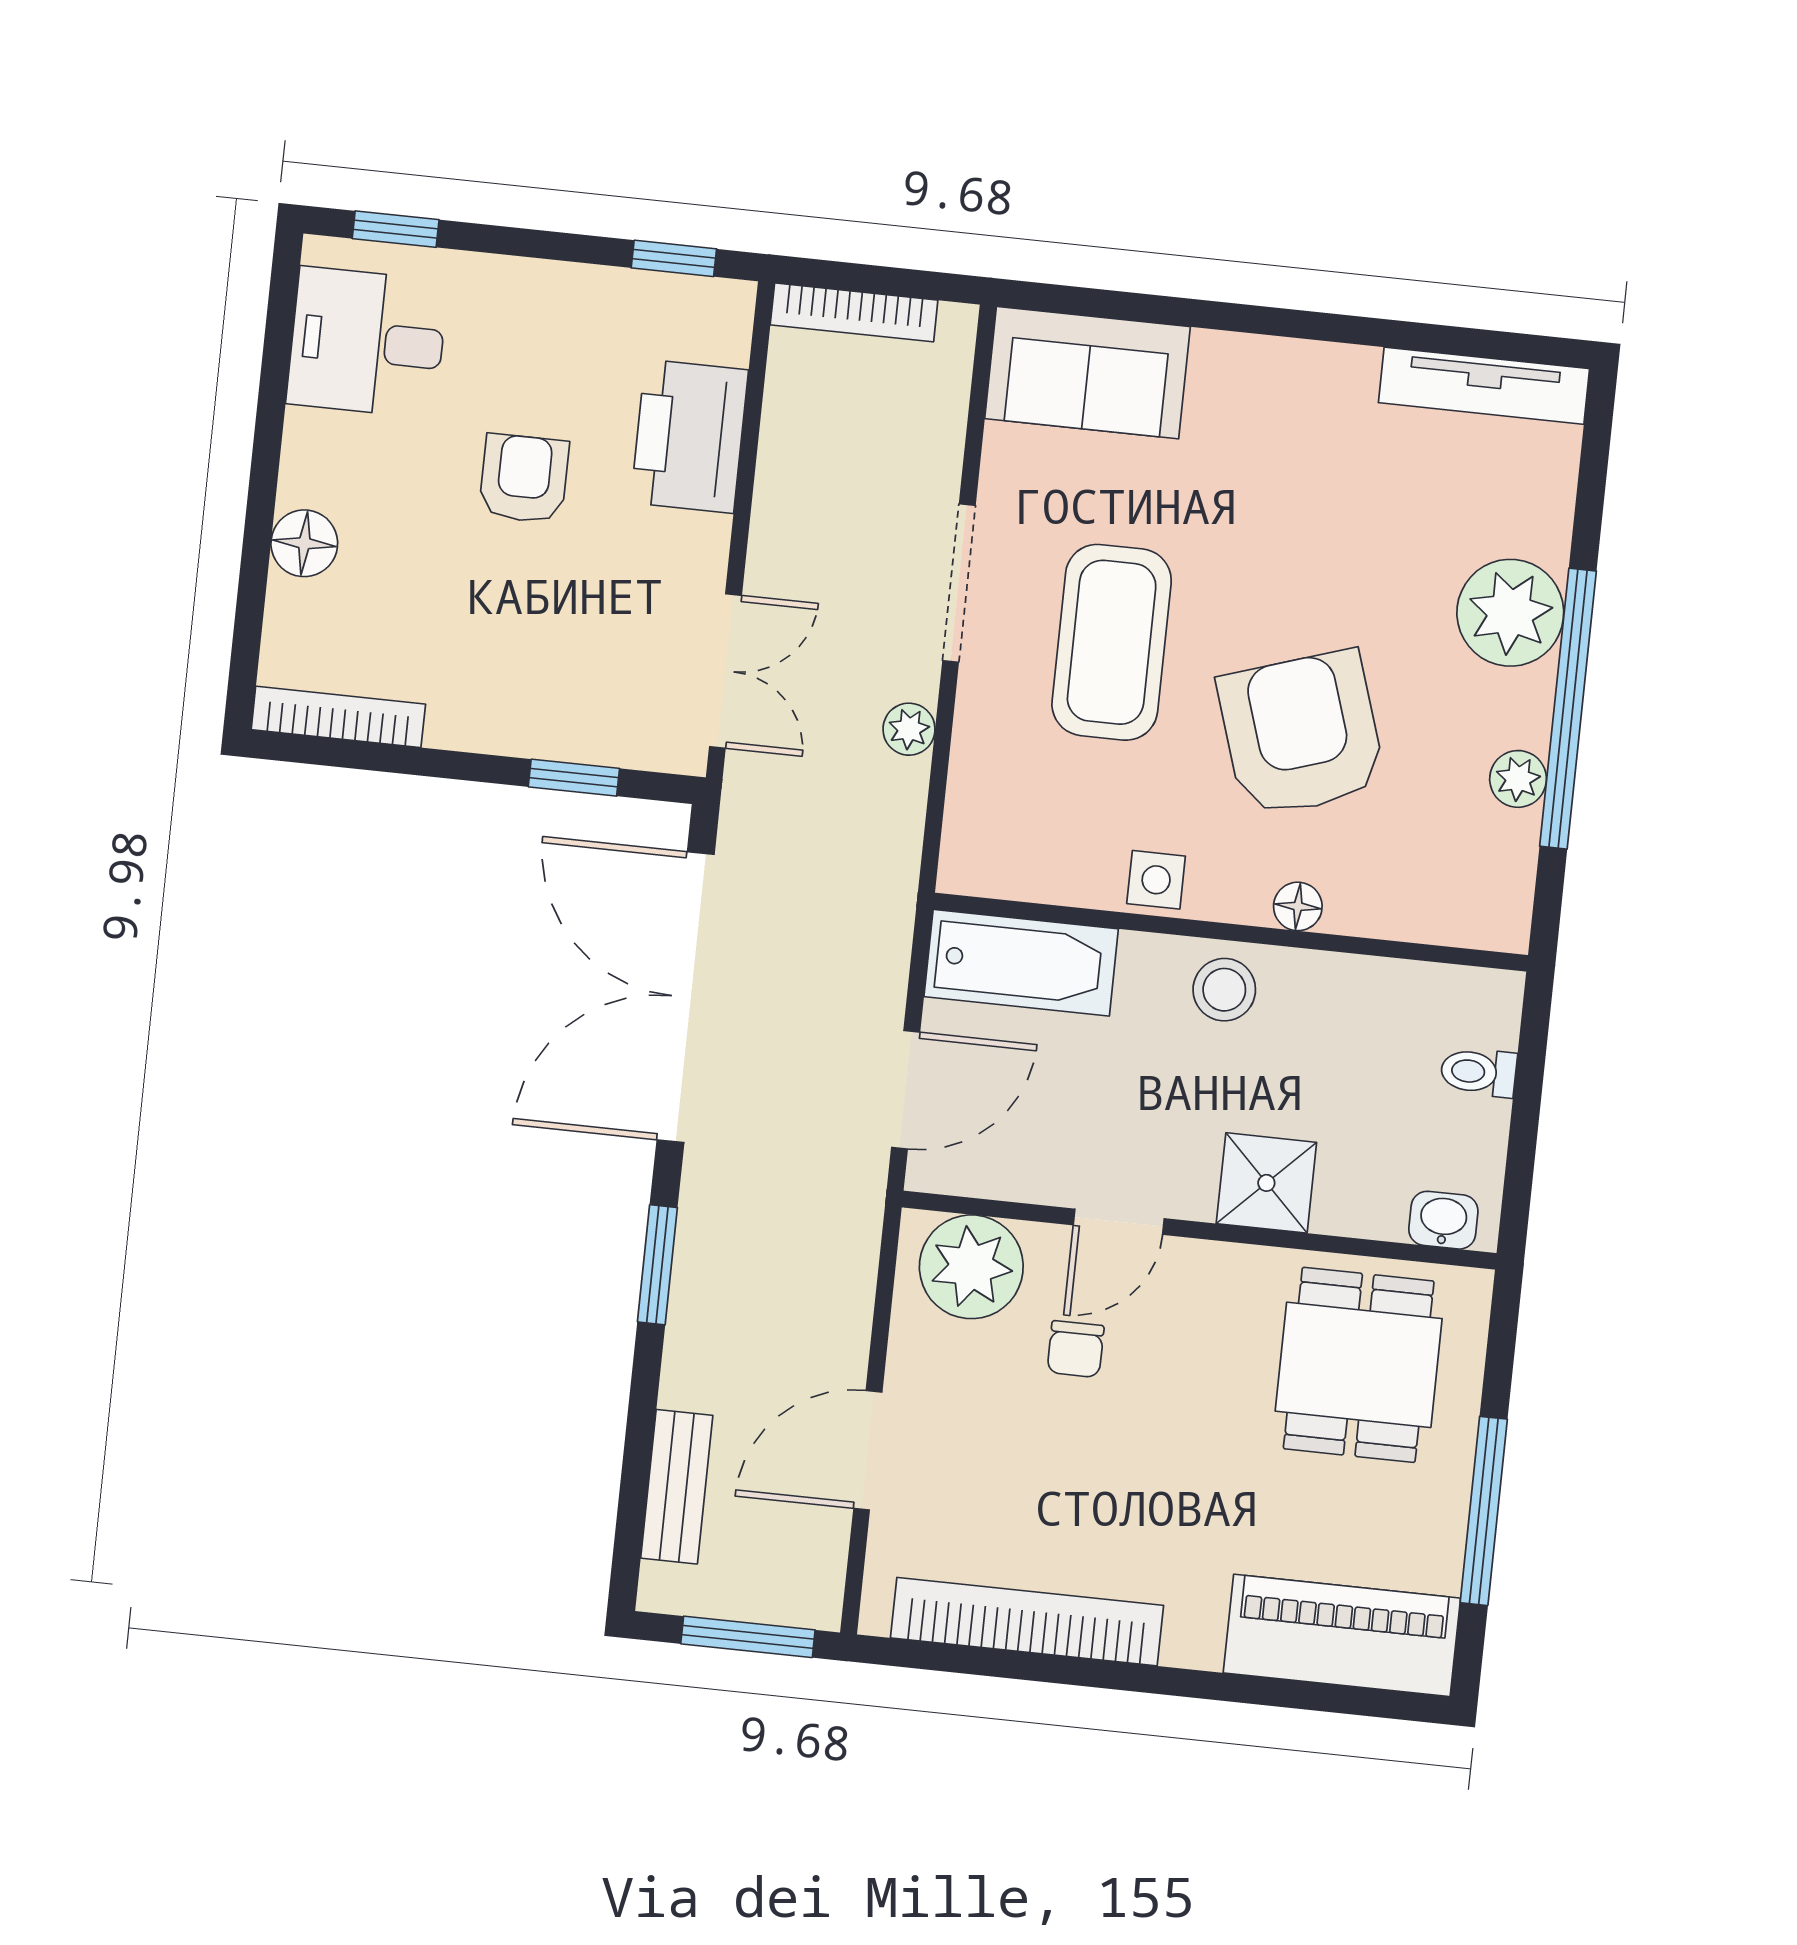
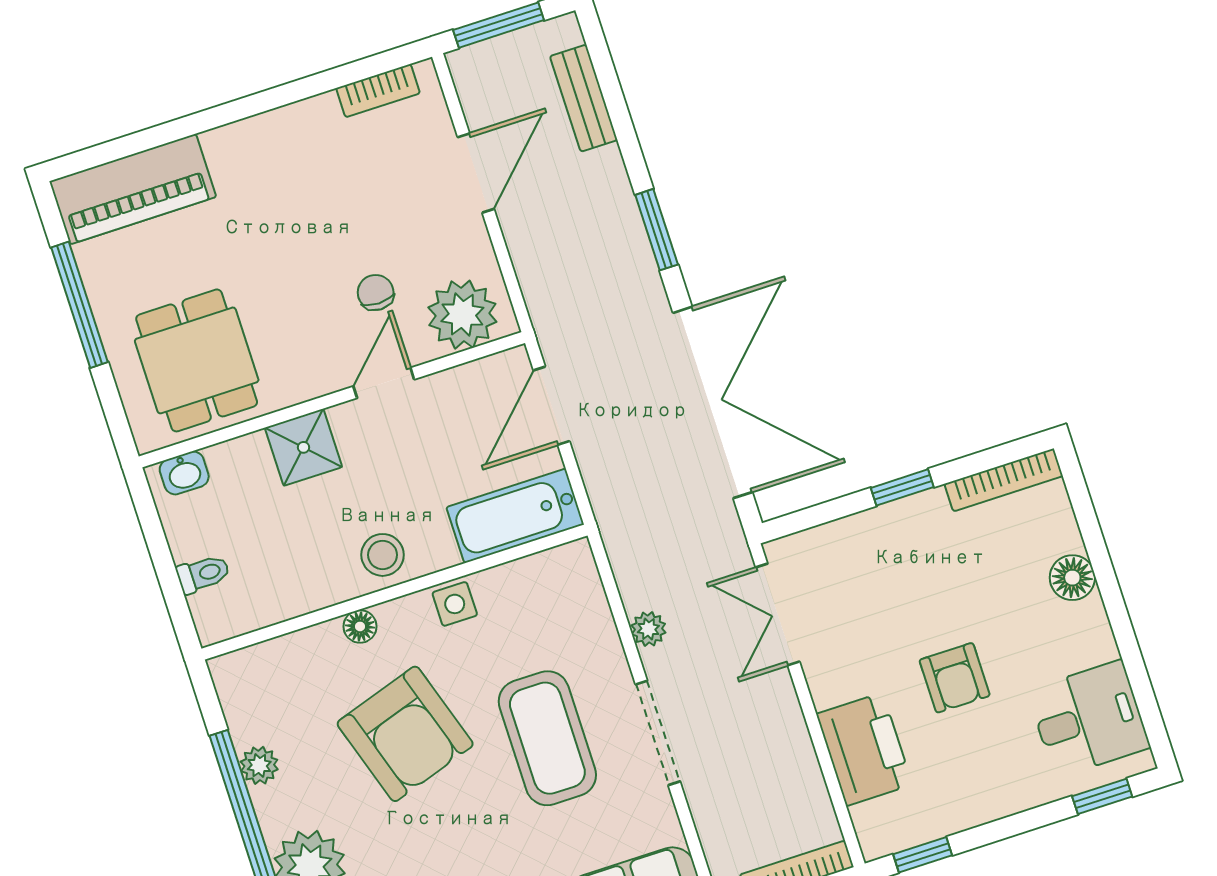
window: (574, 778) -> (902, 487), moved
bookcase: (1027, 1622) -> (378, 91), width x0.43, depth x0.76

